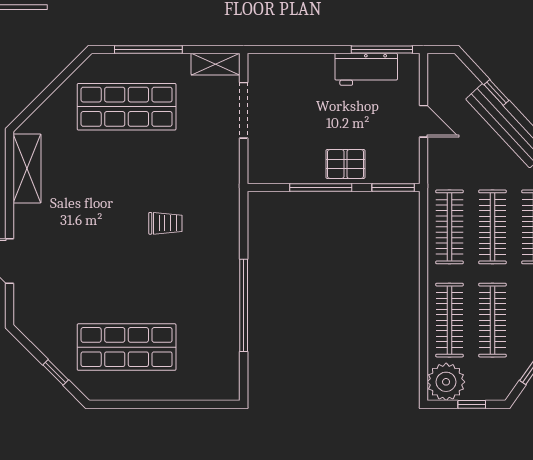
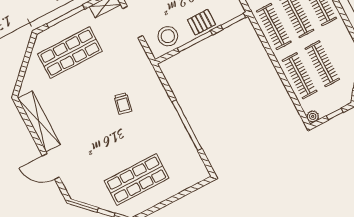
stool: (285, 159) -> (168, 36), added
shelving: (27, 169) -> (39, 121), width x1.47
trolley: (165, 223) -> (123, 103), turned 102
plant: (446, 382) -> (313, 116), width x0.53, depth x0.53

